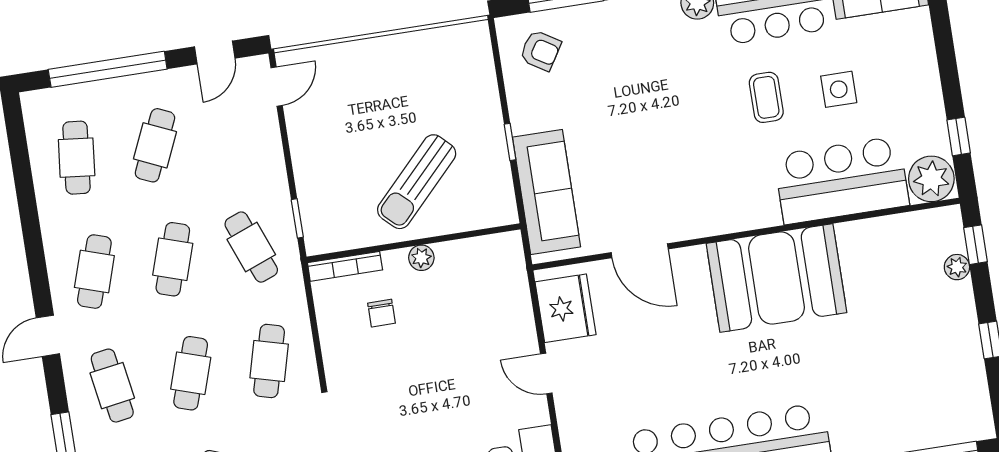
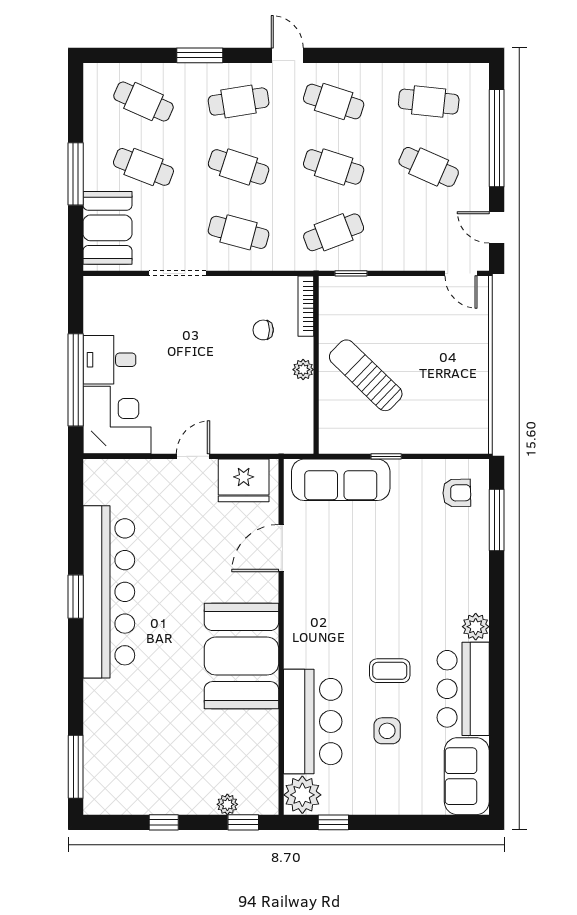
armchair: (540, 50) -> (457, 493), turned -123

